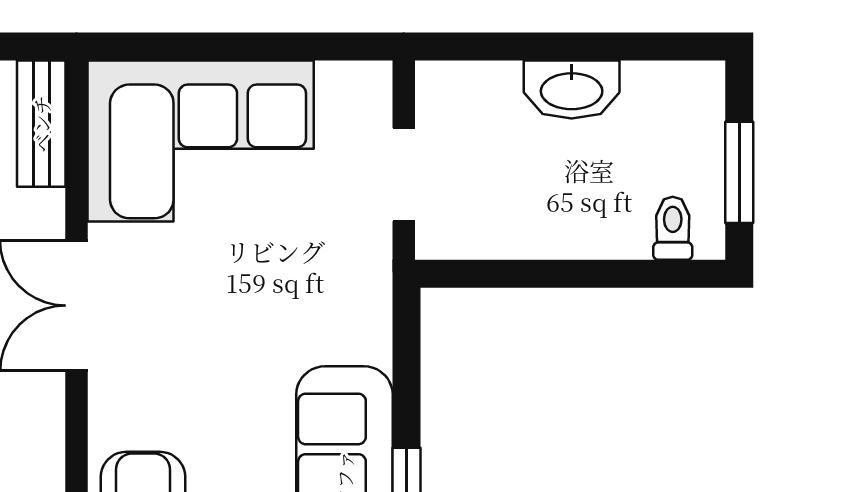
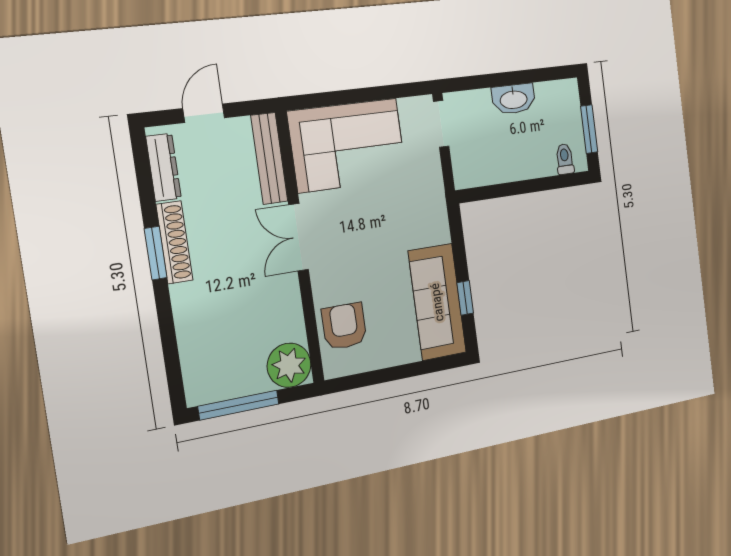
bench: (41, 124) -> (269, 158), width x1.36
doorway: (404, 175) -> (441, 124), moved

